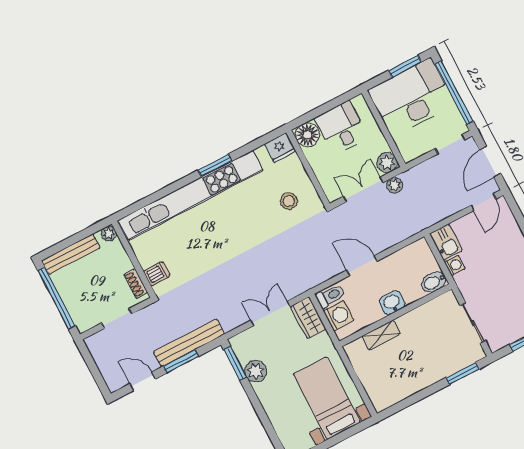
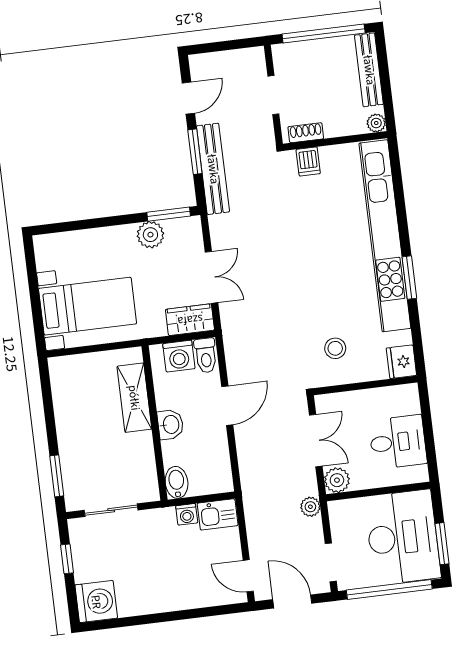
floor lamp: (307, 135) -> (404, 399), removed
plant: (395, 185) -> (310, 507), moved
shelving: (381, 335) -> (134, 398), width x1.50, depth x1.33

